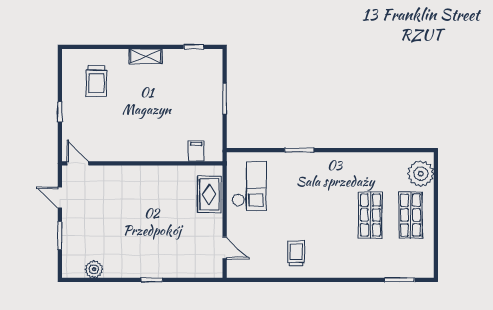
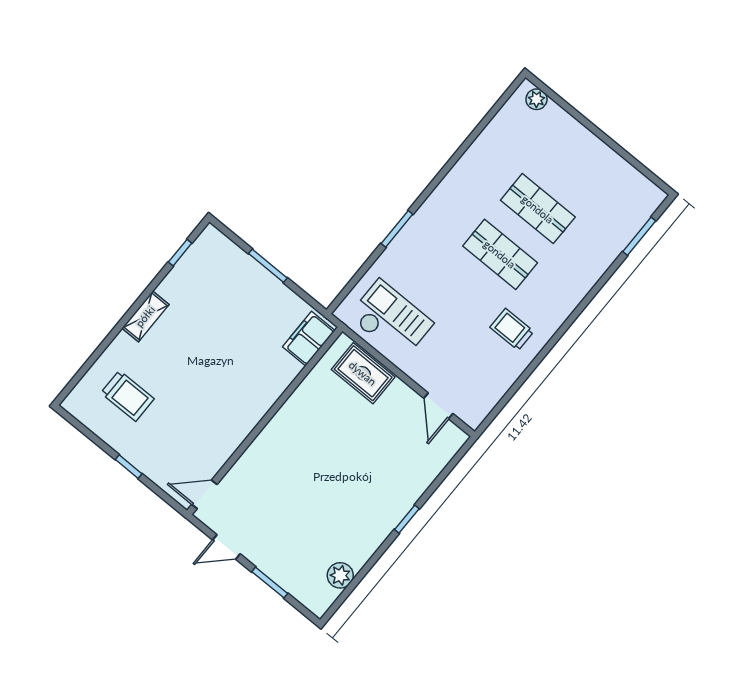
filing cabinet: (196, 151) -> (309, 339), width x2.00
plant: (421, 174) -> (536, 99), width x0.53, depth x0.53
shop shelf: (411, 215) -> (500, 254), moved
door: (225, 248) -> (438, 406), swing flipped

